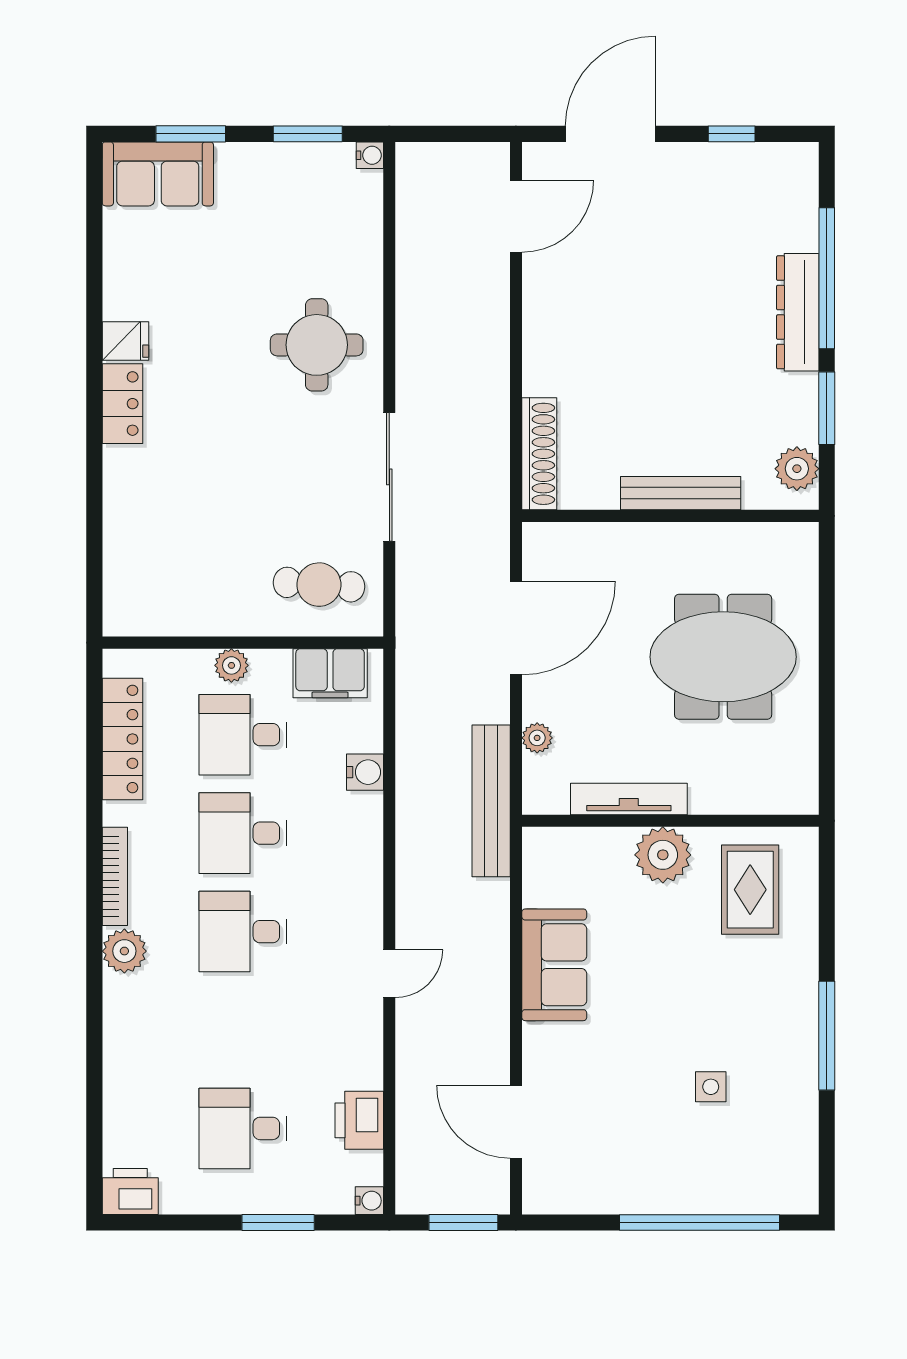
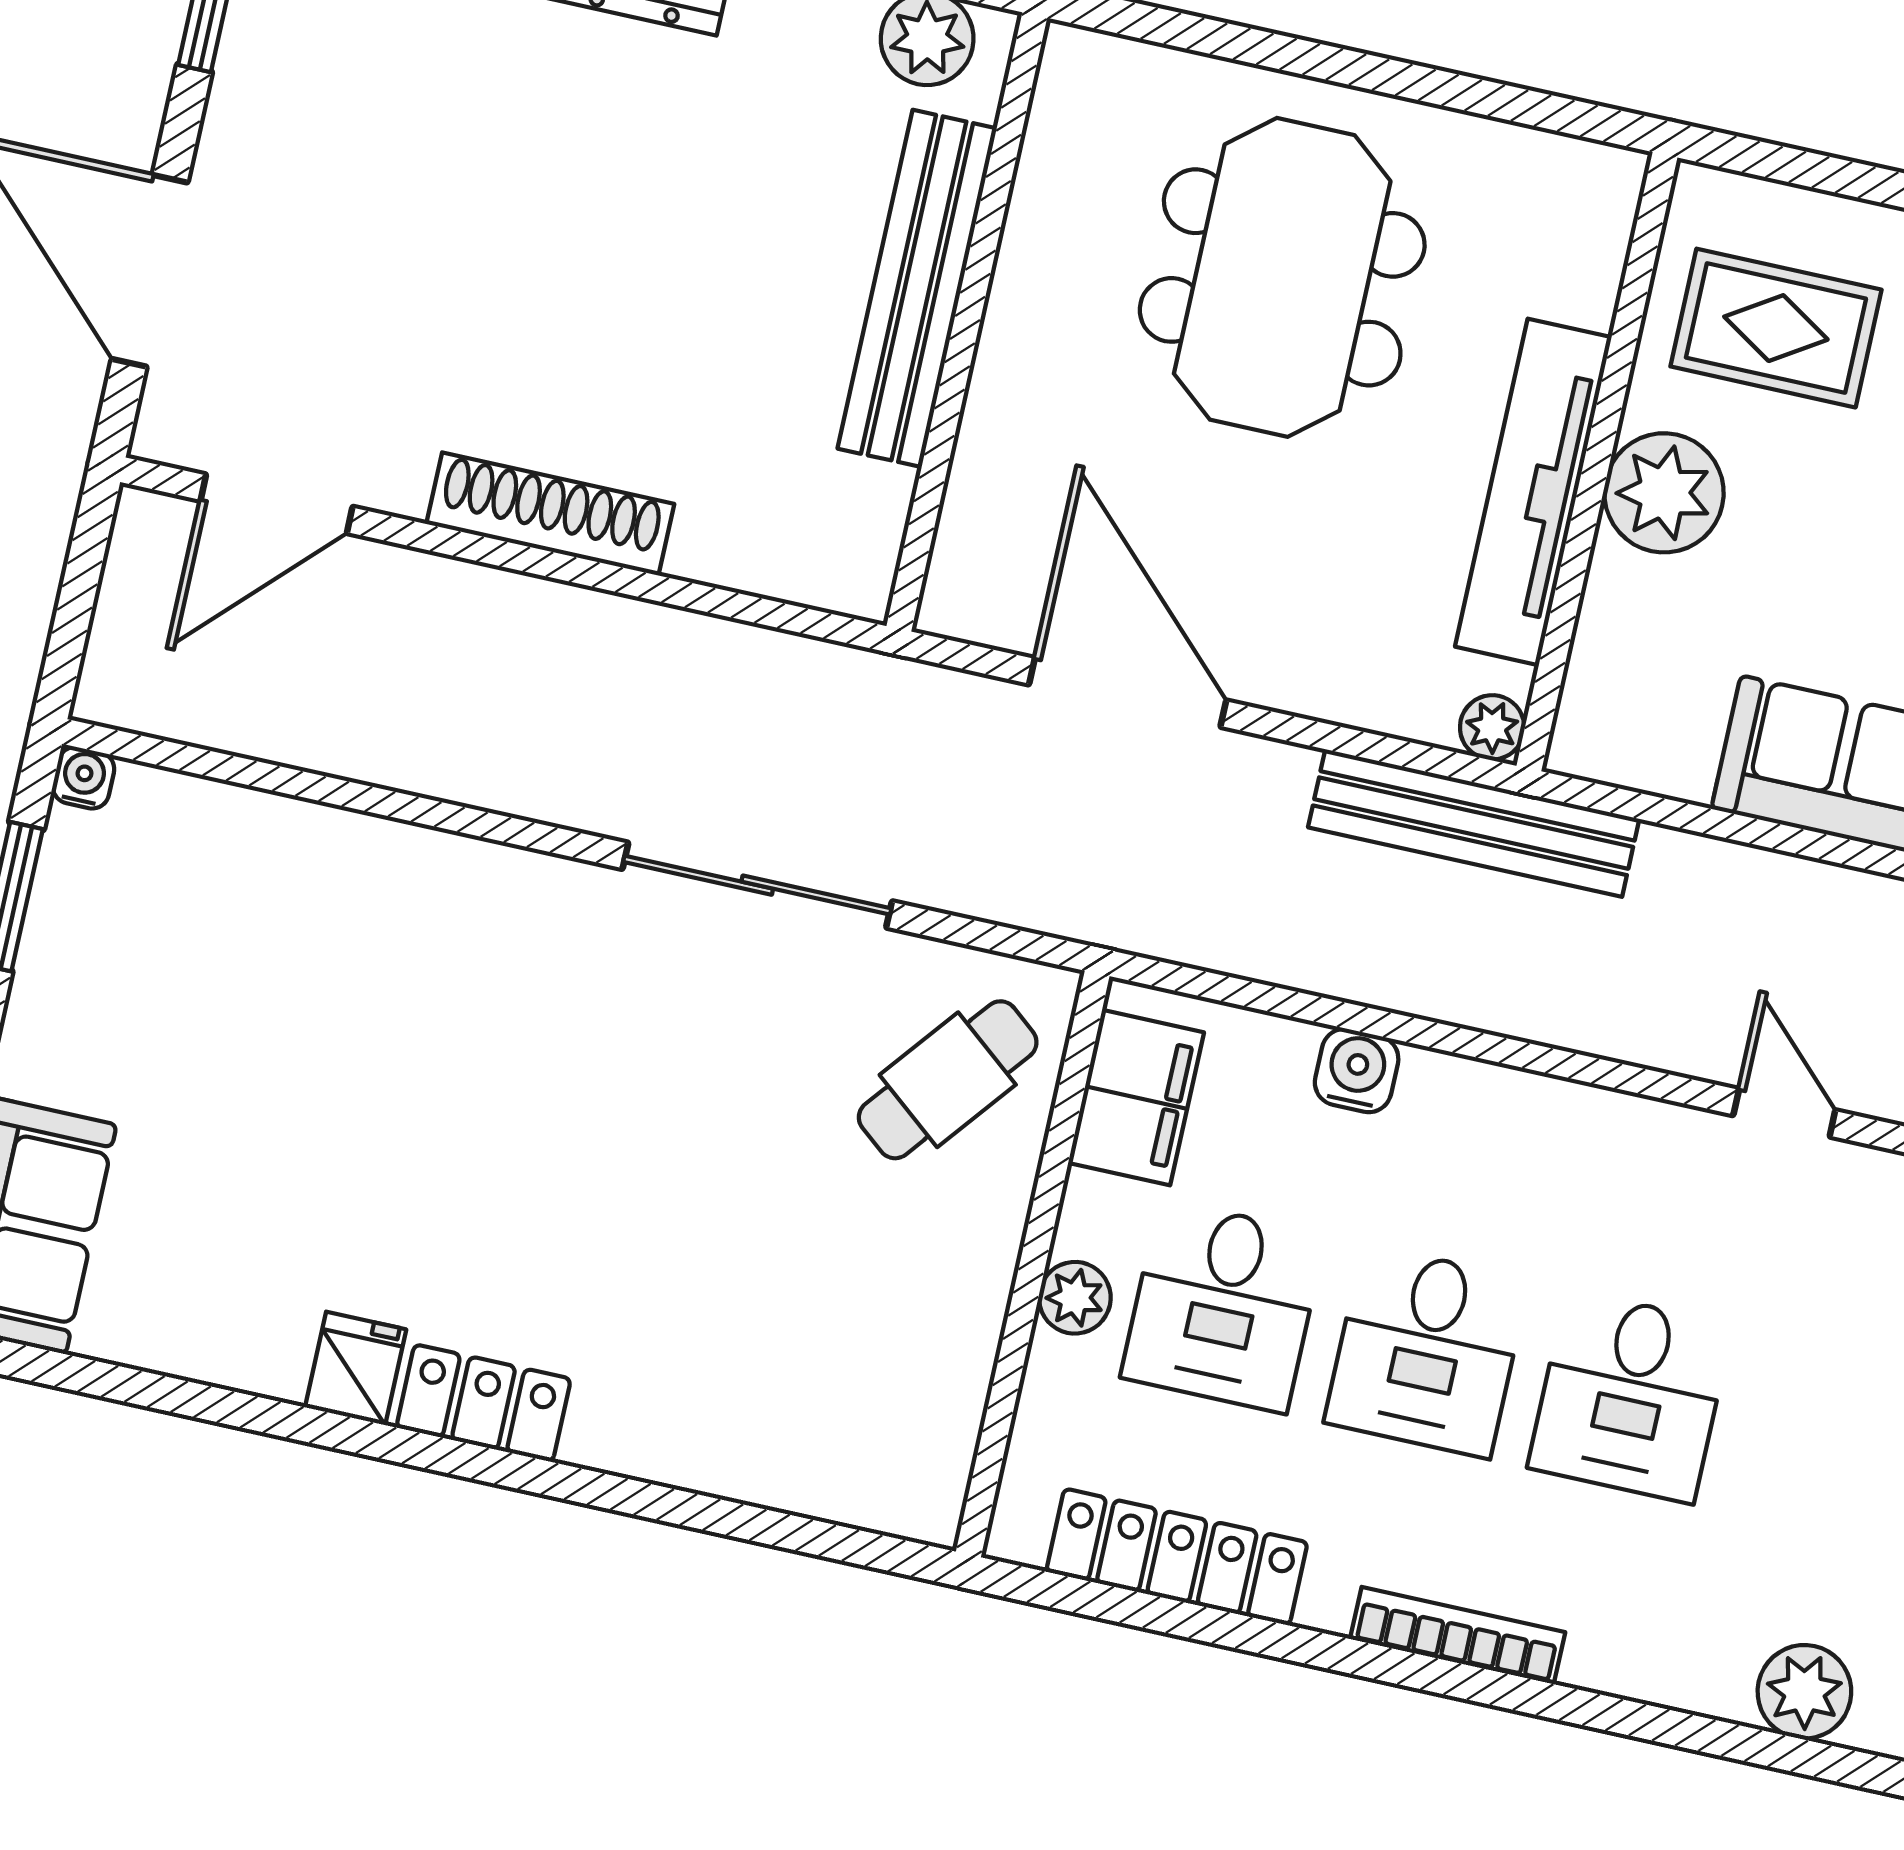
door: (516, 216) -> (276, 504), swing flipped
round table: (317, 345) -> (451, 975), removed
shoe rack: (539, 454) -> (550, 514), moved
bench: (681, 493) -> (917, 288), width x1.37, depth x1.21
cafe table: (319, 585) -> (948, 1080), turned 35
plant: (537, 738) -> (1492, 727), moved
tv unit: (629, 799) -> (1533, 492), width x1.36, depth x1.29
plant: (124, 951) -> (1804, 1692), moved

